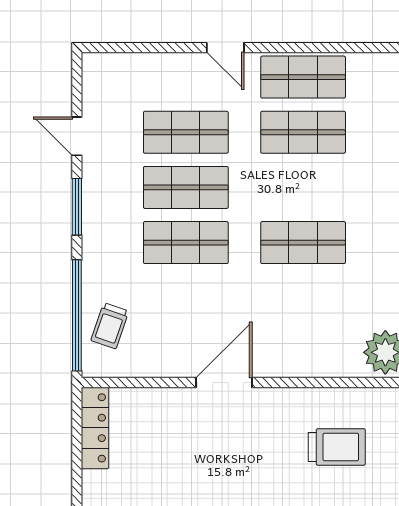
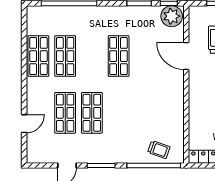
door: (225, 48) -> (24, 124), moved
shop shelf: (186, 243) -> (119, 113), removed
door: (224, 382) -> (186, 56), moved

